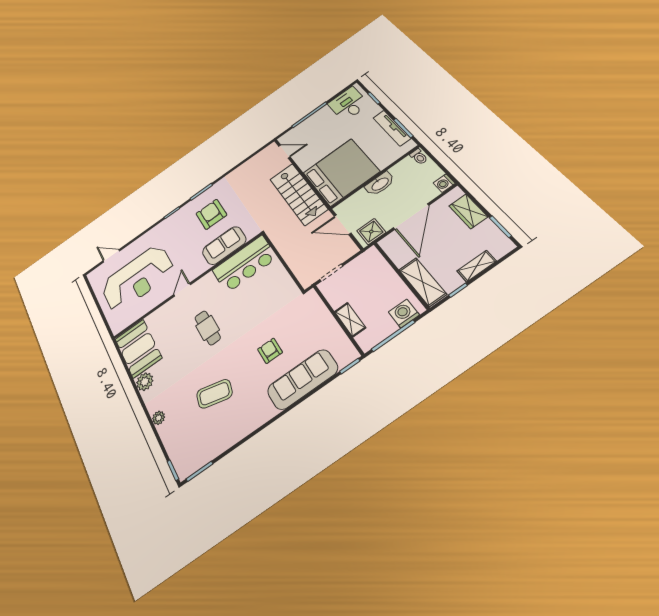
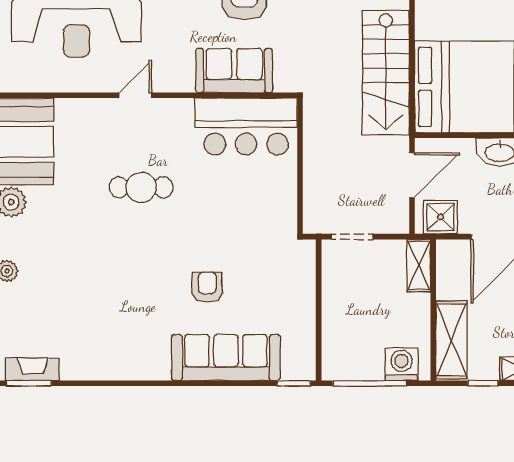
door: (343, 225) -> (412, 175), swing flipped
shelving: (350, 320) -> (419, 266), moved
cafe table: (208, 328) -> (141, 187), turned 90
coffee table: (214, 394) -> (101, 293), removed
fireplace: (198, 462) -> (33, 369), added

